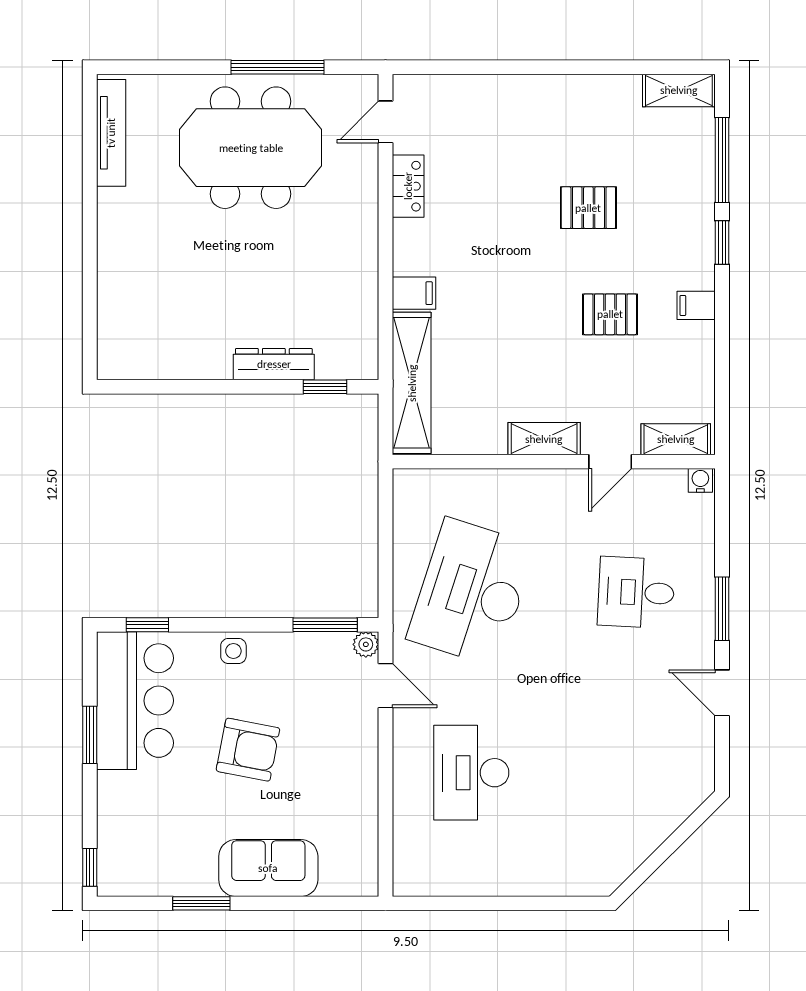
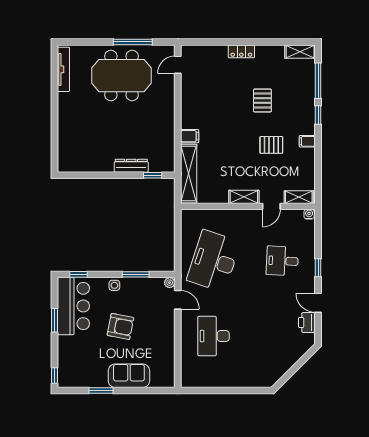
locker: (408, 186) -> (241, 51), moved, turned 90
pallet: (588, 208) -> (262, 101), turned 90
window: (722, 609) -> (318, 268), width x0.67
window: (325, 625) -> (136, 274), moved
printer: (695, 740) -> (307, 322), added

